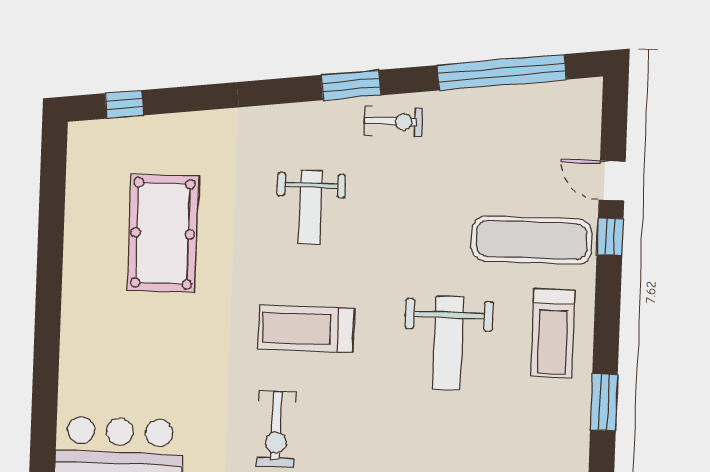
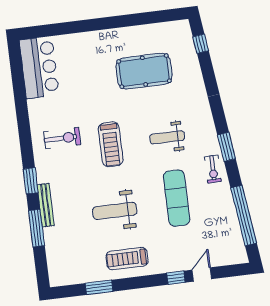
exercise mat: (532, 240) -> (177, 198), moved
treadmill: (306, 329) -> (111, 144), turned 180
exercise bike: (276, 429) -> (62, 138), turned 180

